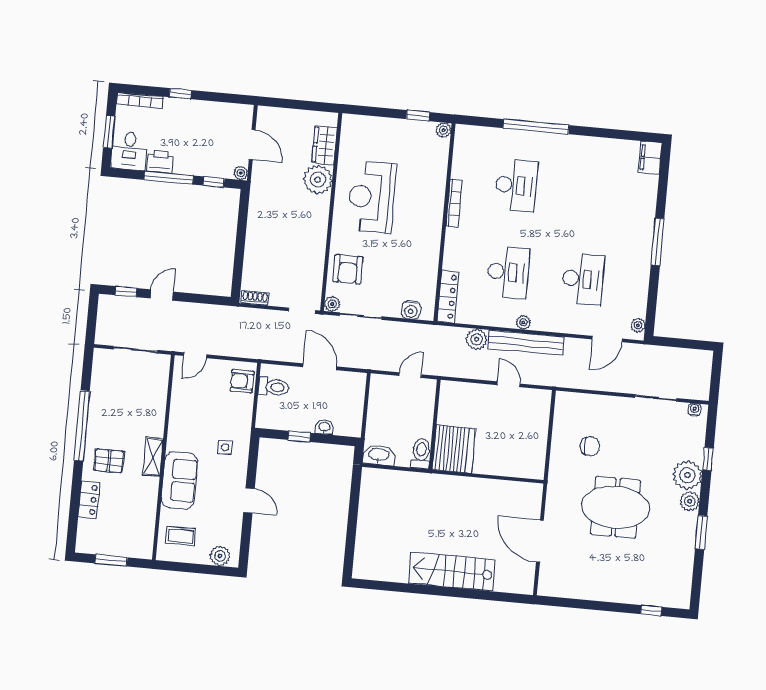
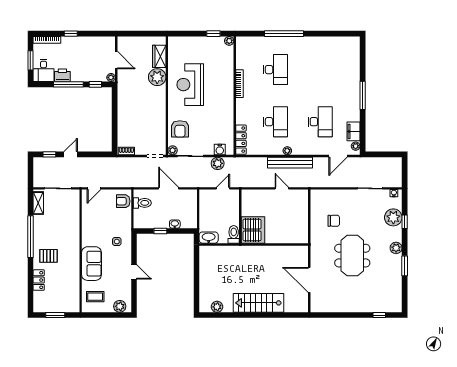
filing cabinet: (650, 158) -> (354, 131), moved
plant: (476, 339) -> (218, 163), moved
shelving: (153, 457) -> (38, 203), moved
plant: (687, 475) -> (393, 217), moved
meeting table: (616, 507) -> (352, 256), turned 90
plant: (382, 572) -> (217, 307), added

